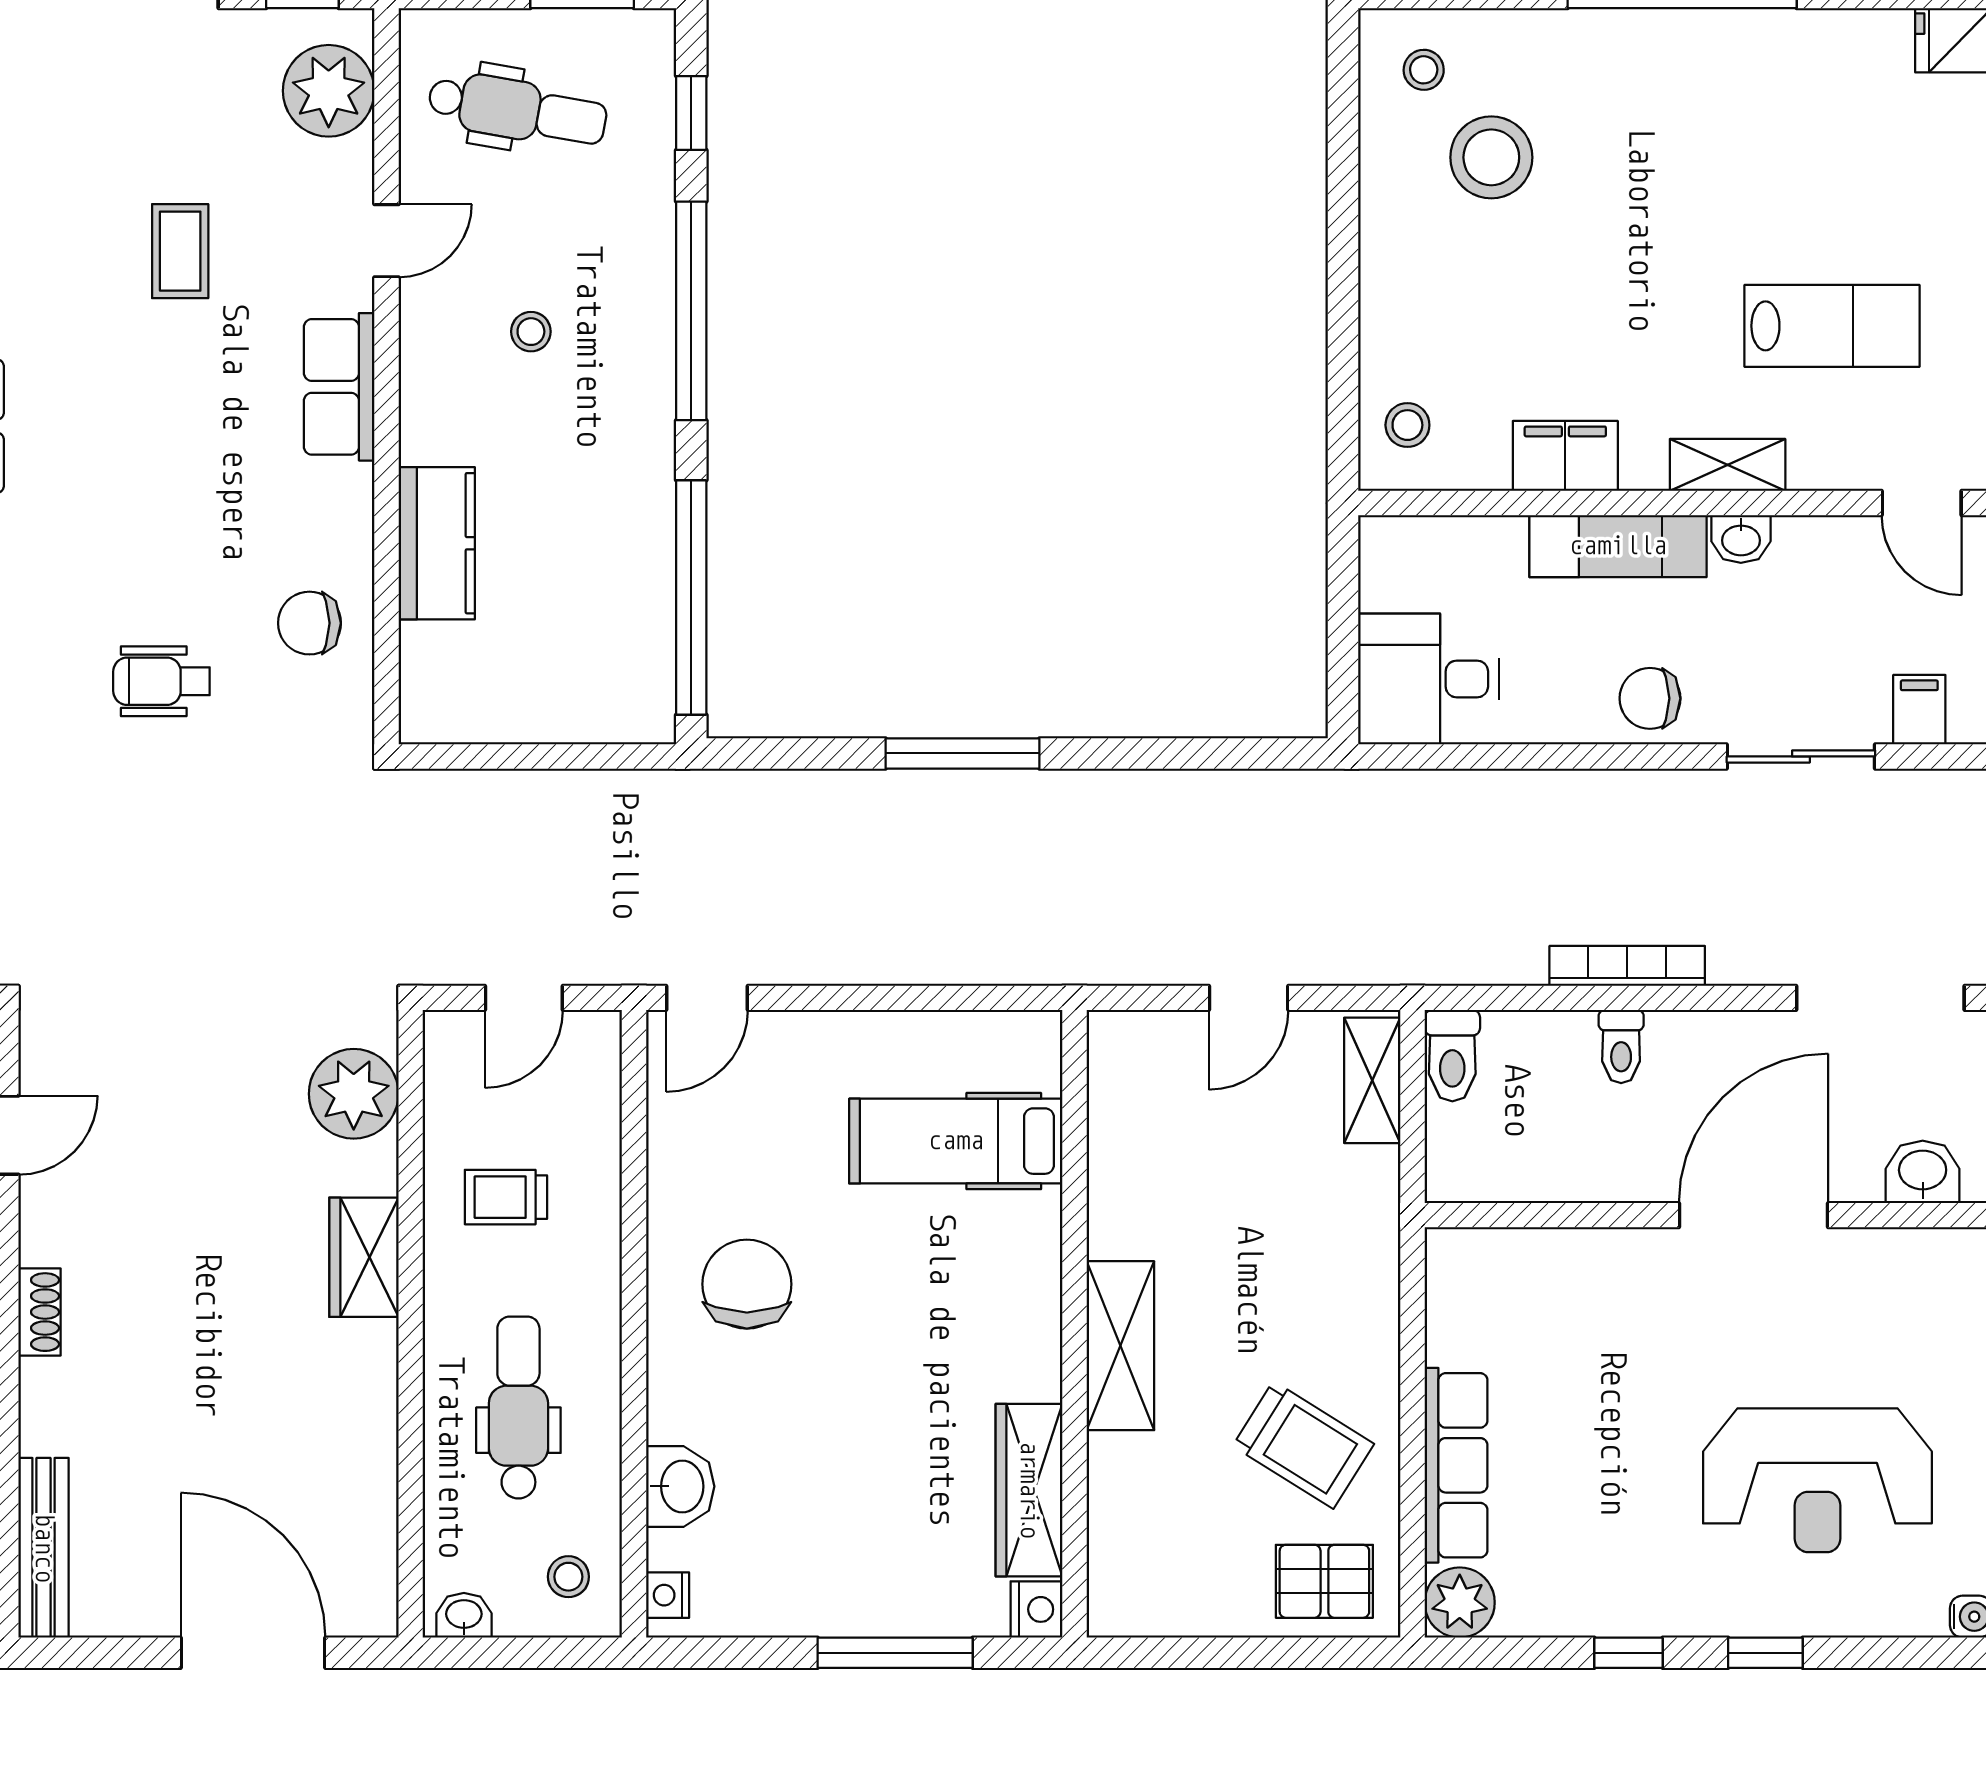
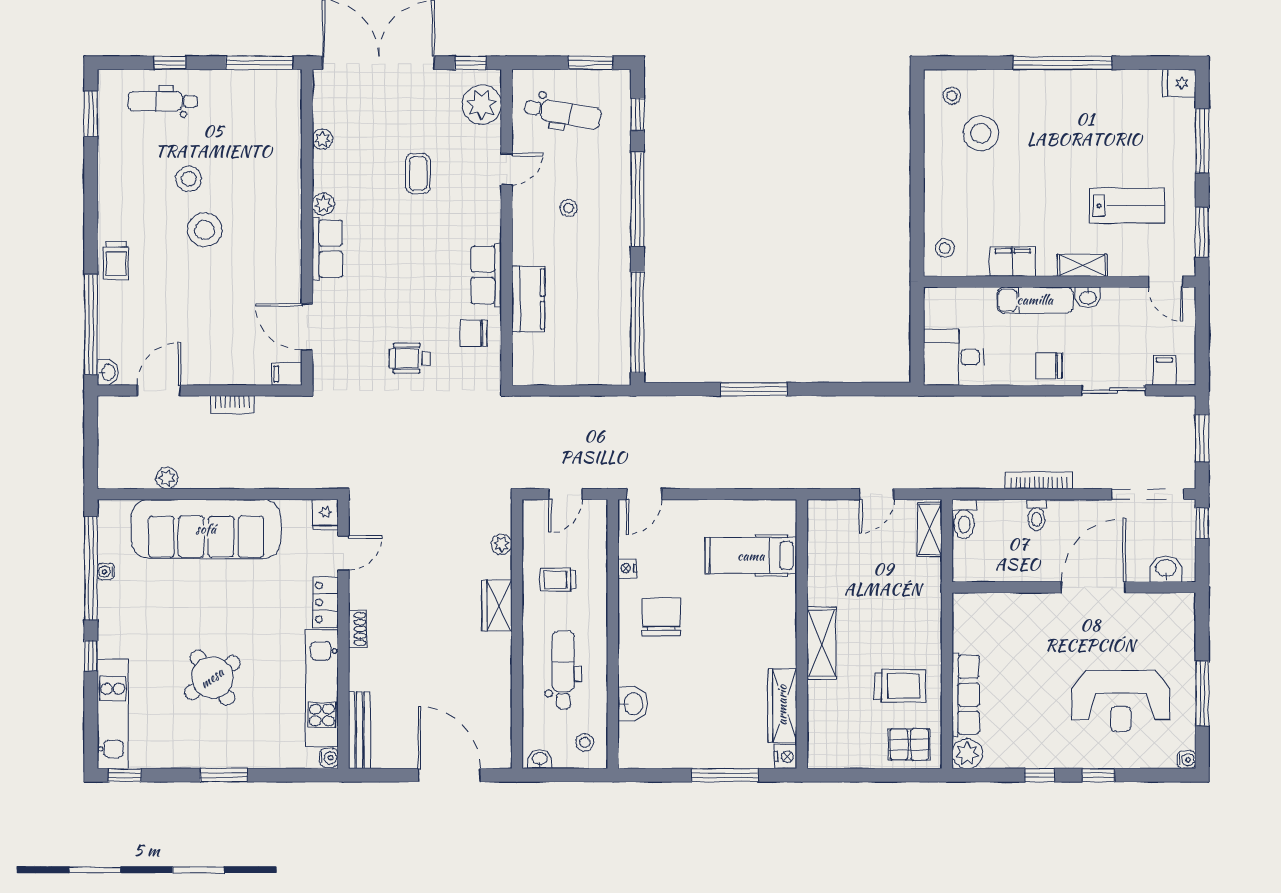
row of seats: (339, 387) -> (486, 275), moved
plant: (354, 1094) -> (501, 544), width x0.53, depth x0.53
trolley: (1303, 1445) -> (900, 686), turned -32
nightstand: (668, 1595) -> (627, 568), moved

